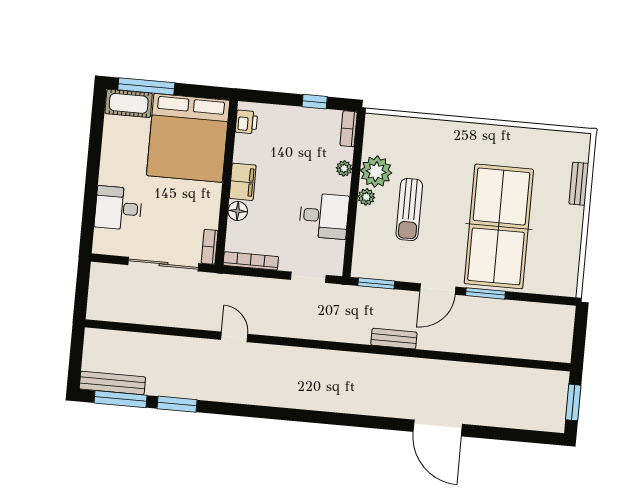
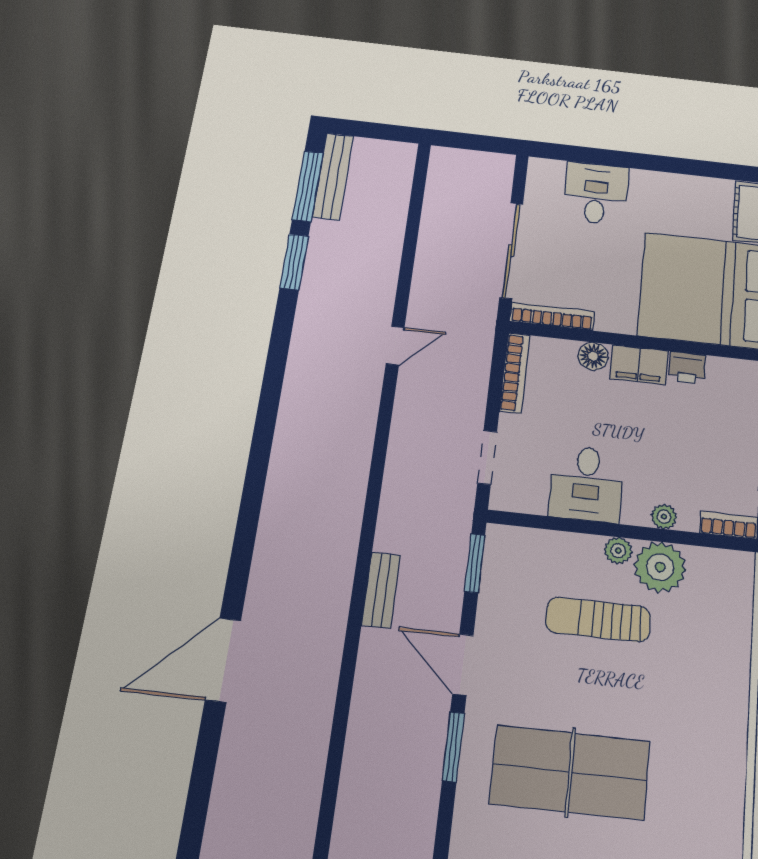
printer: (246, 122) -> (687, 368), moved
table tennis table: (499, 226) -> (570, 772), width x0.73, depth x0.76
bookcase: (210, 247) -> (552, 316), width x1.56

